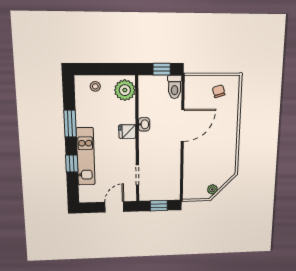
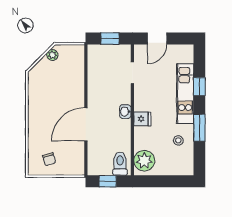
stool: (95, 86) -> (178, 140), moved
toilet: (175, 87) -> (120, 164), moved
washbasin: (144, 124) -> (125, 112), moved

